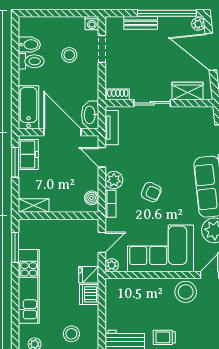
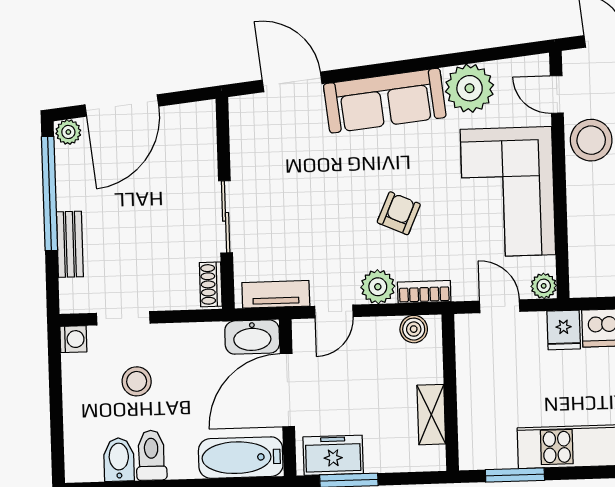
wardrobe: (188, 91) -> (200, 149), removed
shelving: (34, 205) -> (431, 415), moved

